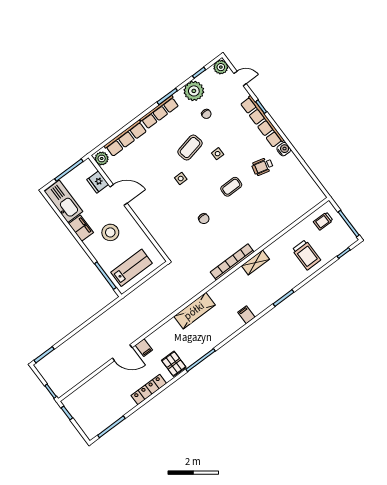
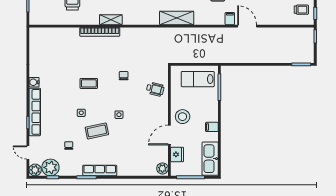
plant: (194, 91) -> (50, 167), moved
row of seats: (126, 138) -> (136, 170), removed
wheelchair: (262, 166) -> (155, 89), moved
door: (119, 195) -> (169, 135), hinge flipped
trolley: (323, 221) -> (301, 10), moved
filing cabinet: (81, 228) -> (212, 127), width x0.50
stool: (110, 232) -> (183, 117), moved
bookcase: (232, 262) -> (100, 32), moved

